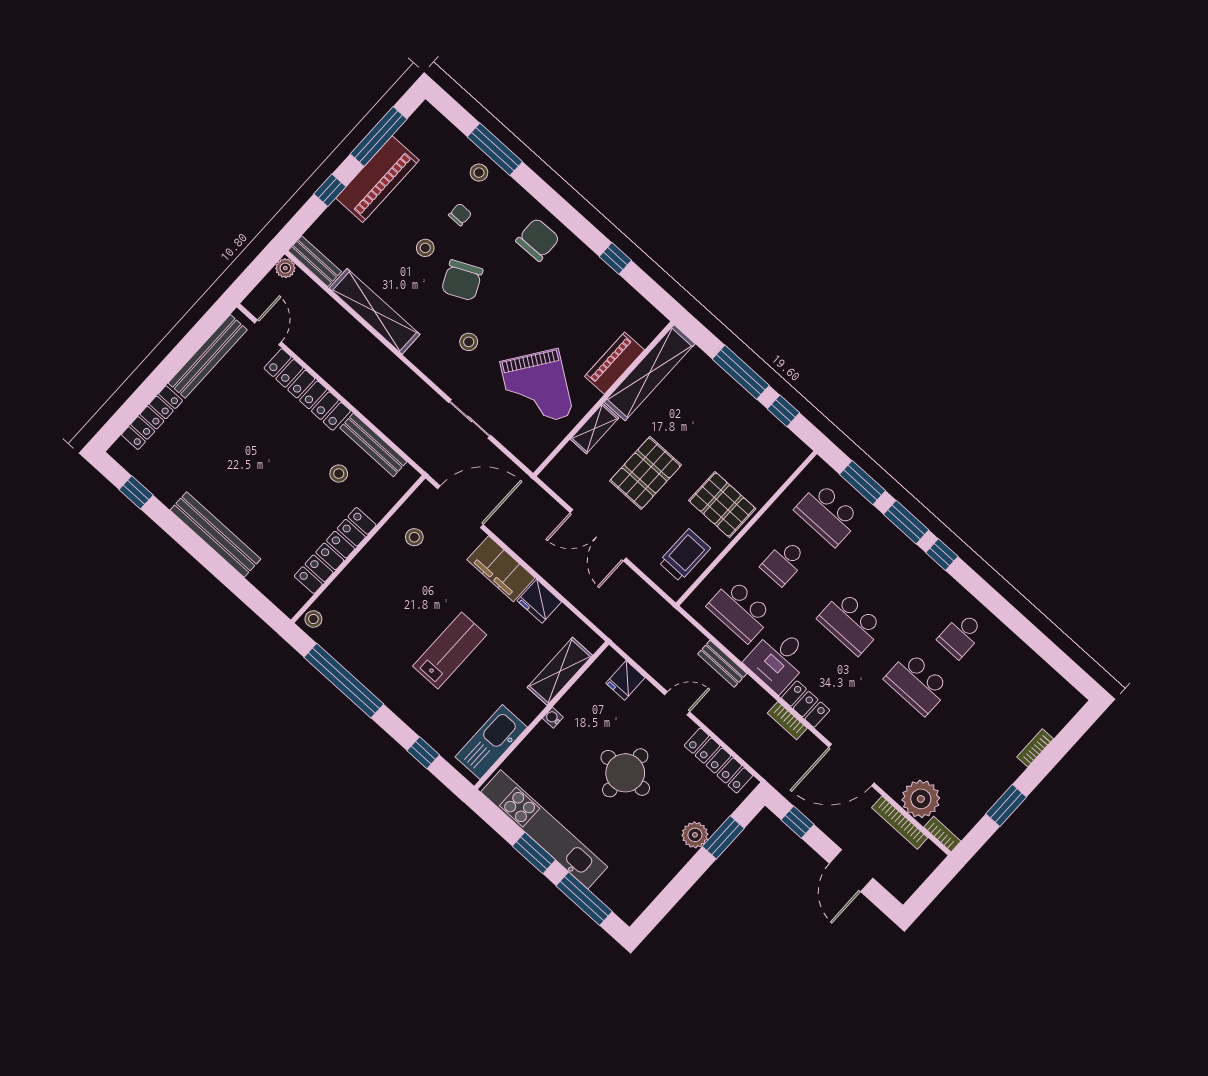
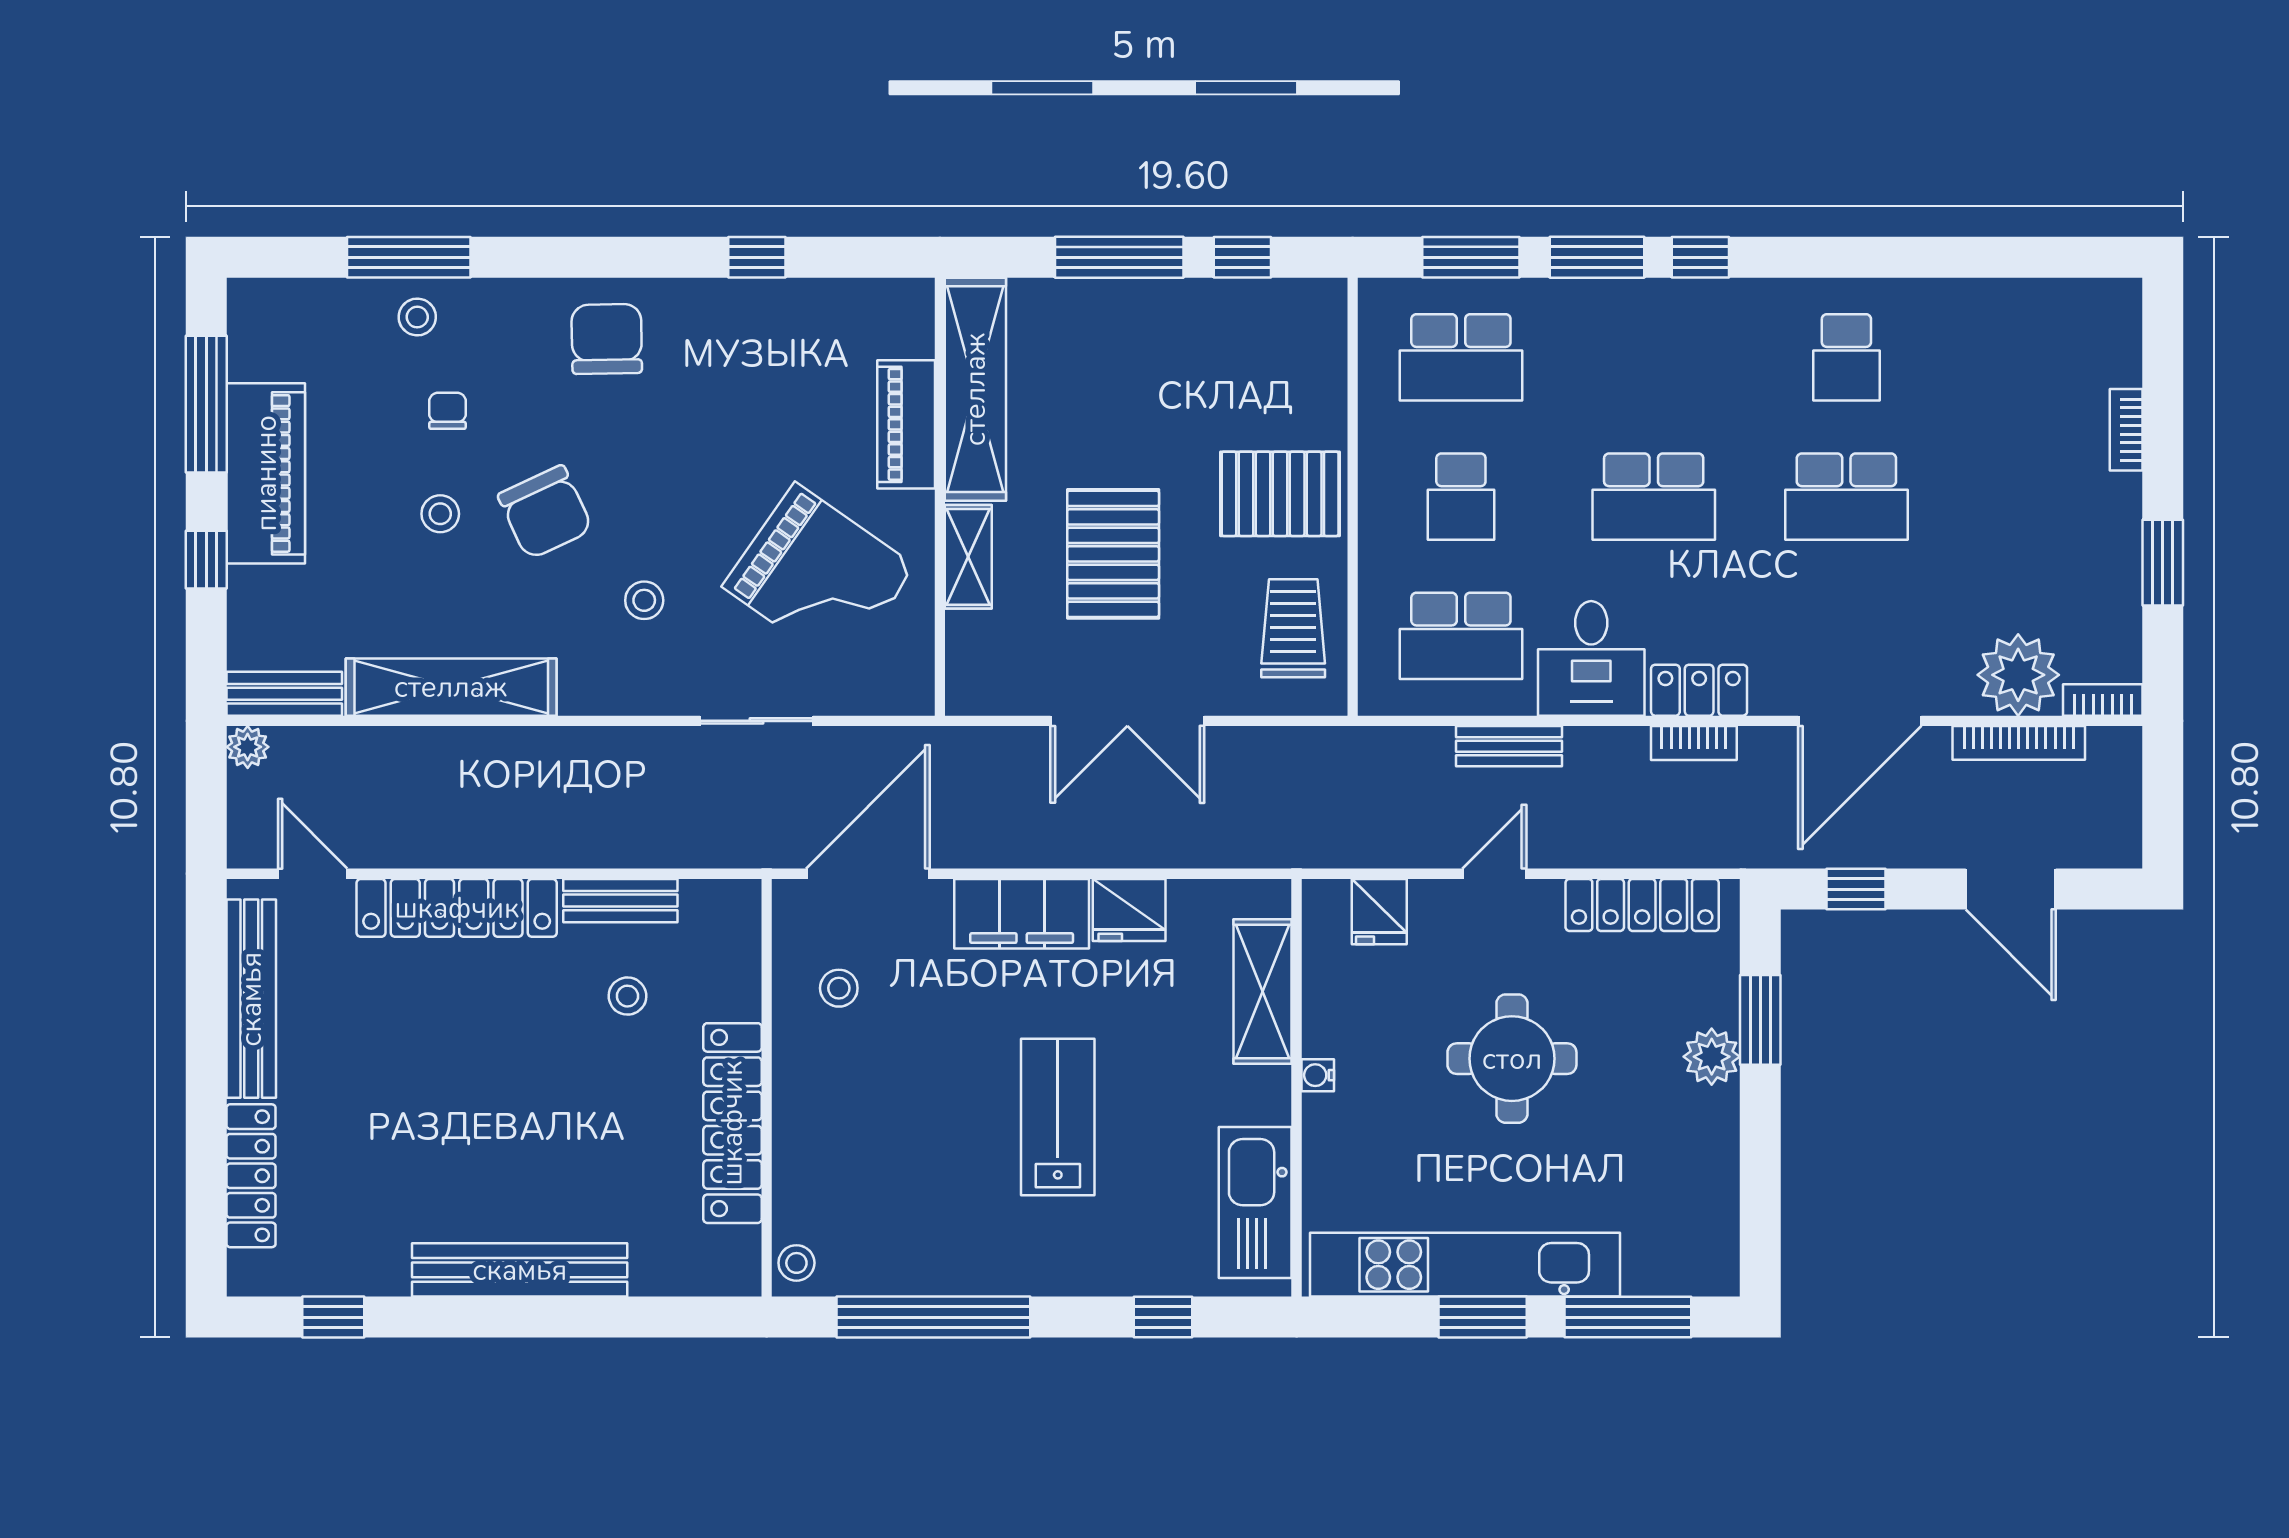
bench: (373, 445) -> (620, 901), width x0.73

